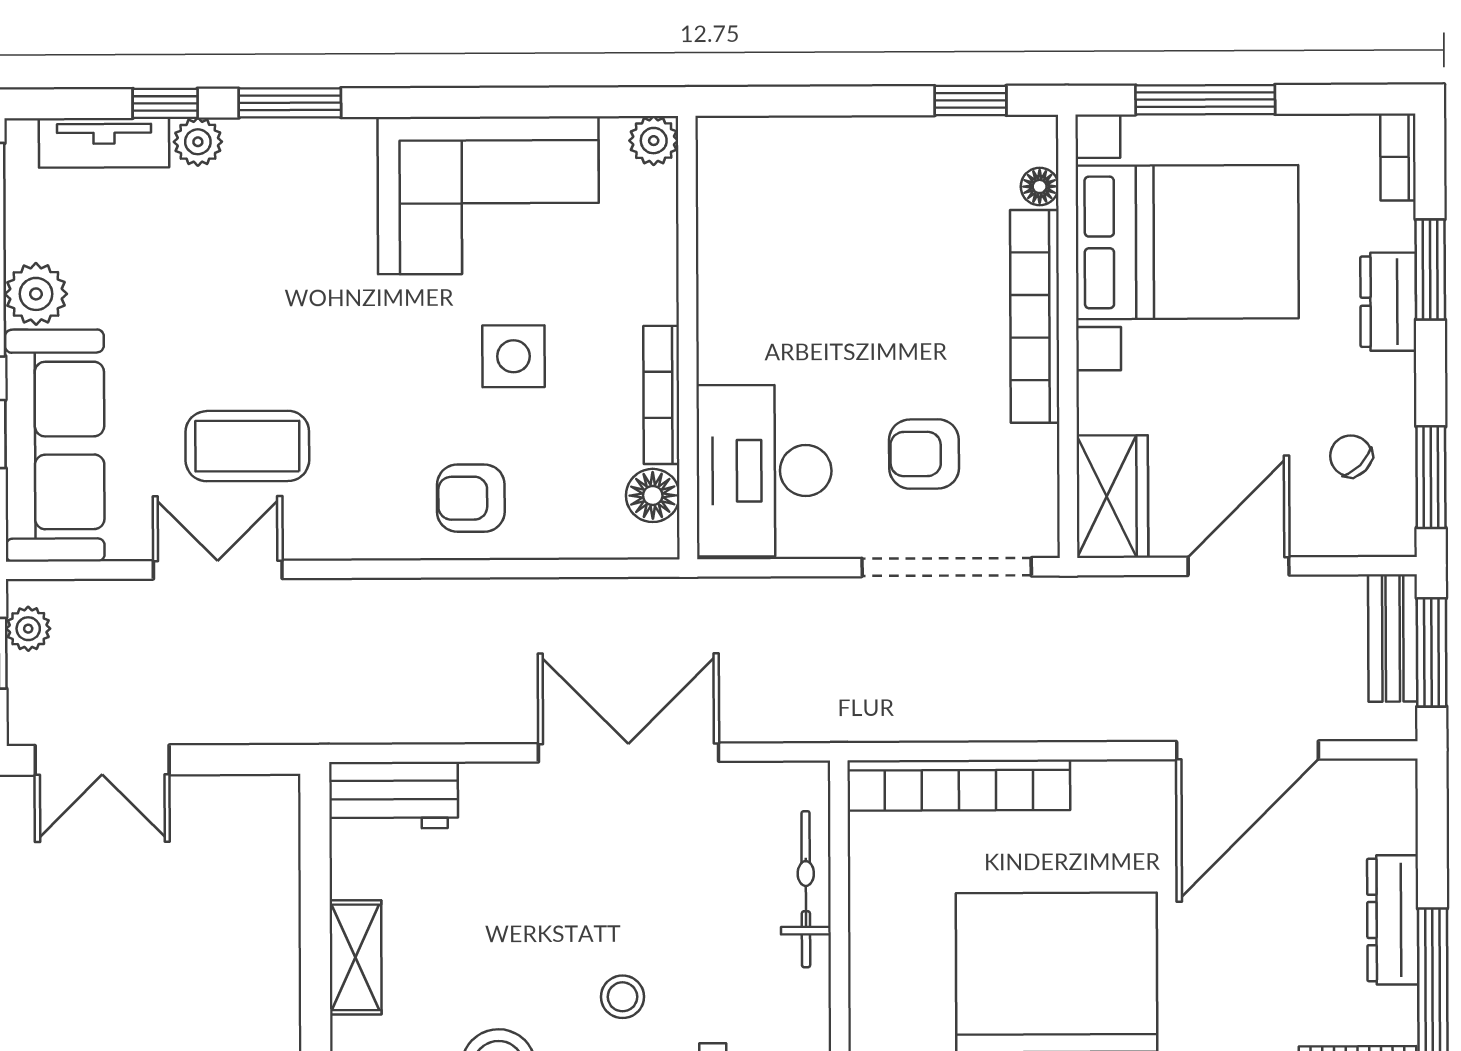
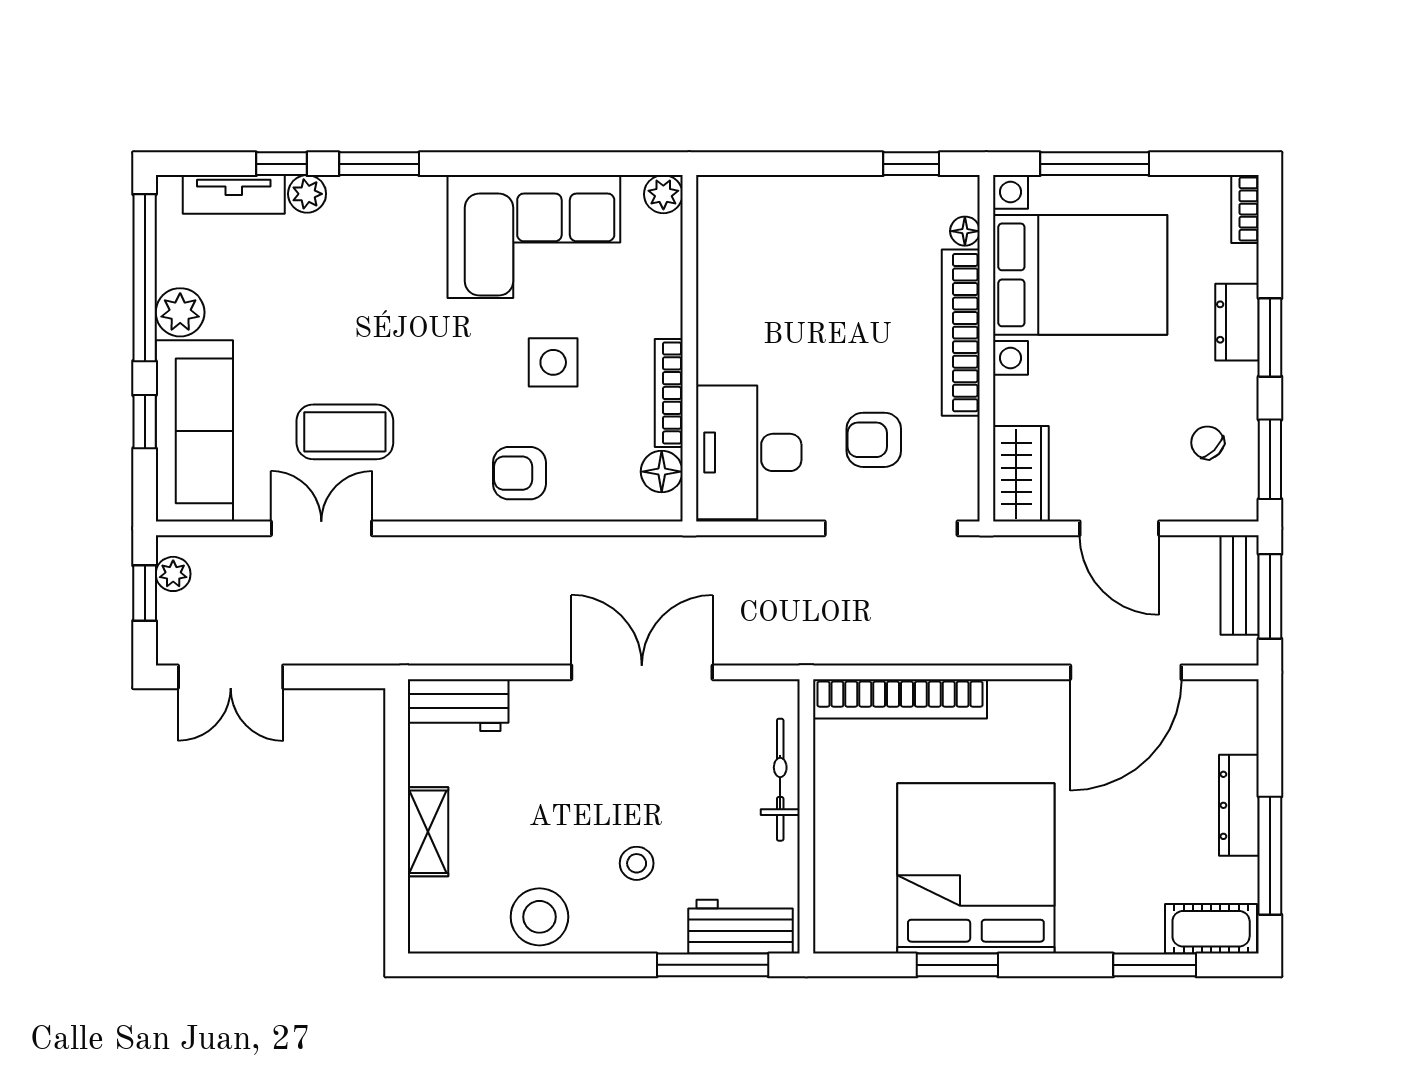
window: (1430, 269) -> (1270, 337), moved
door: (1239, 566) -> (1119, 528), swing flipped

